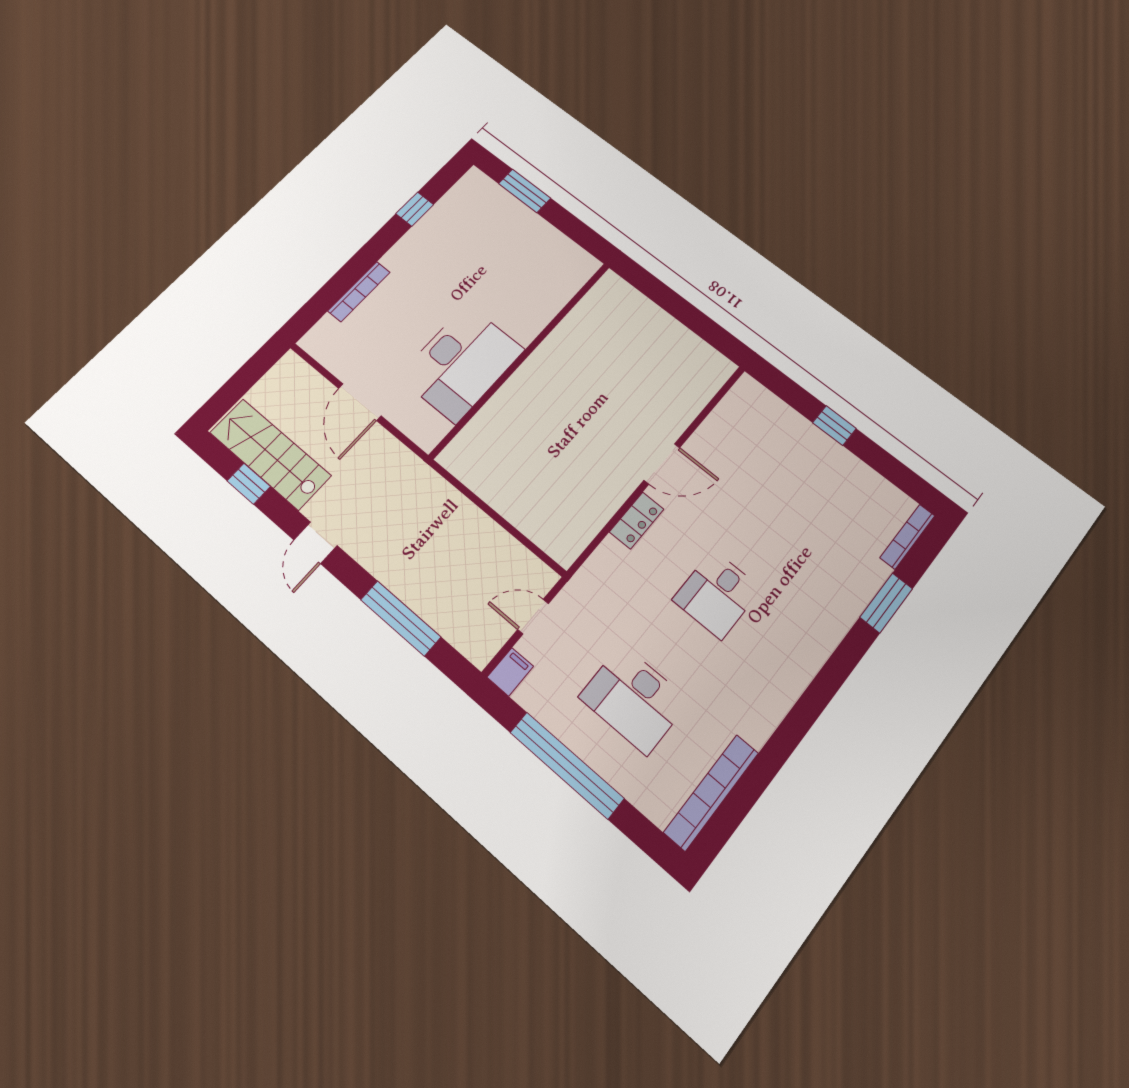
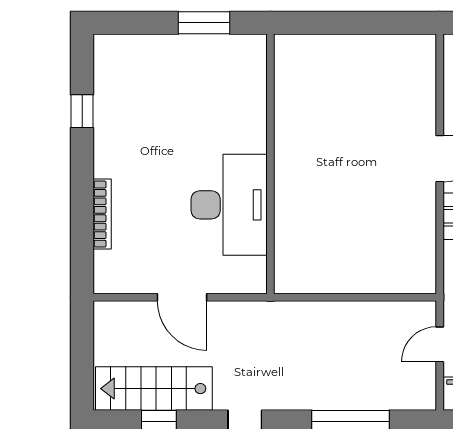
window: (525, 191) -> (204, 23), moved

